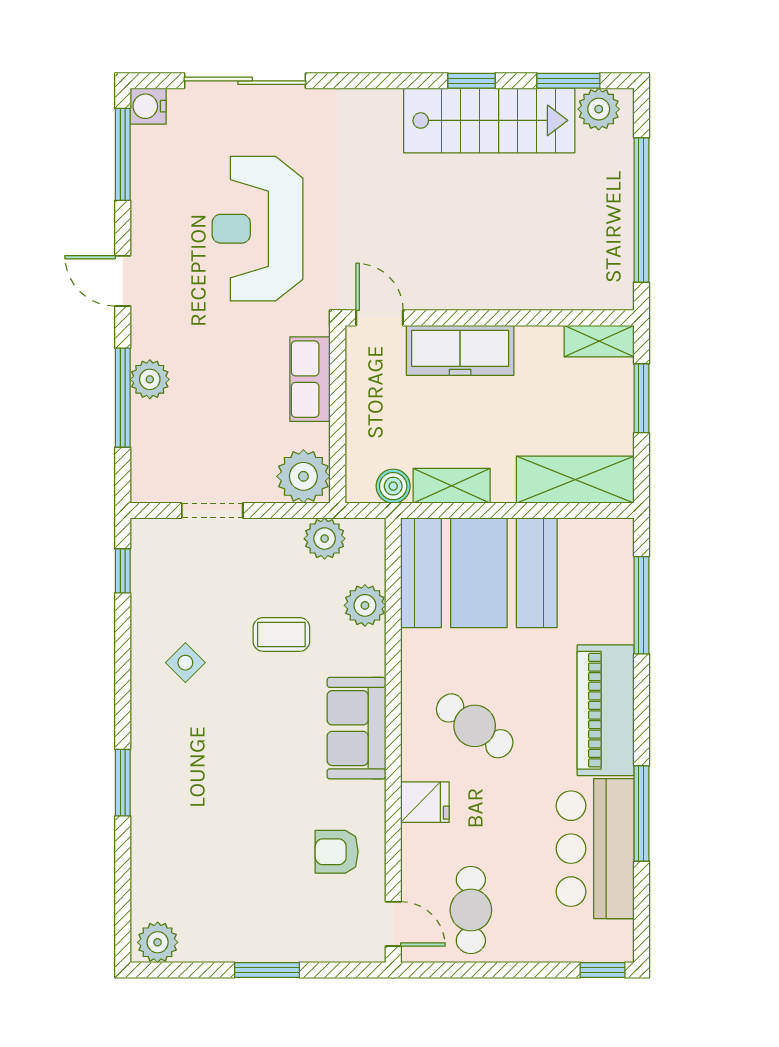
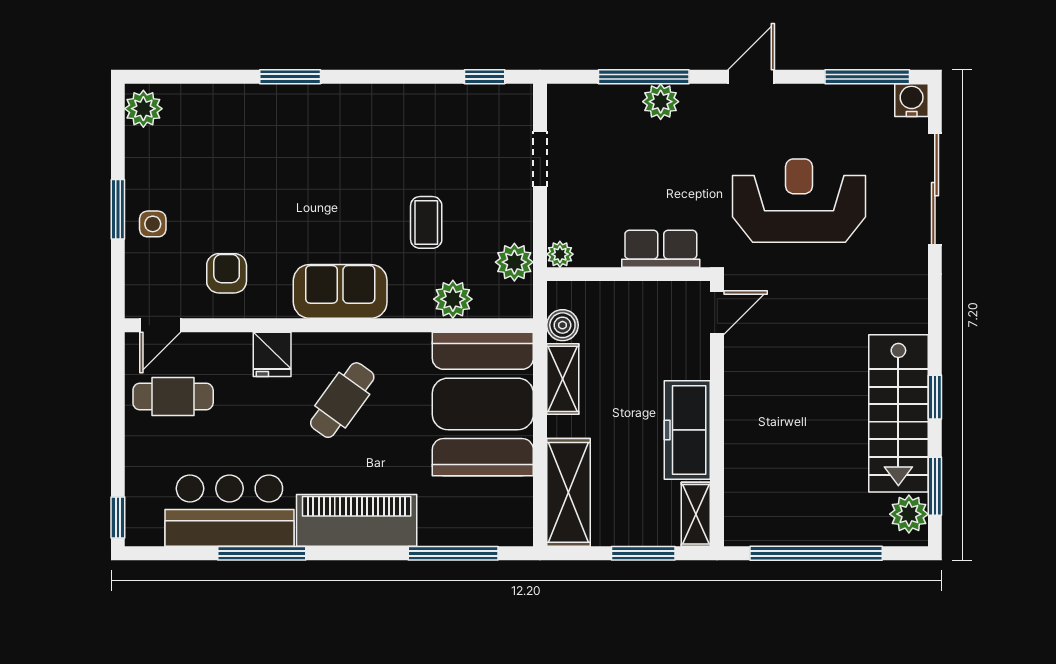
freezer: (460, 350) -> (687, 430), moved
plant: (303, 476) -> (560, 254), width x0.53, depth x0.53
side table: (185, 663) -> (153, 224), moved, turned 45

